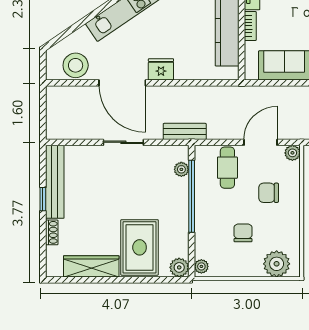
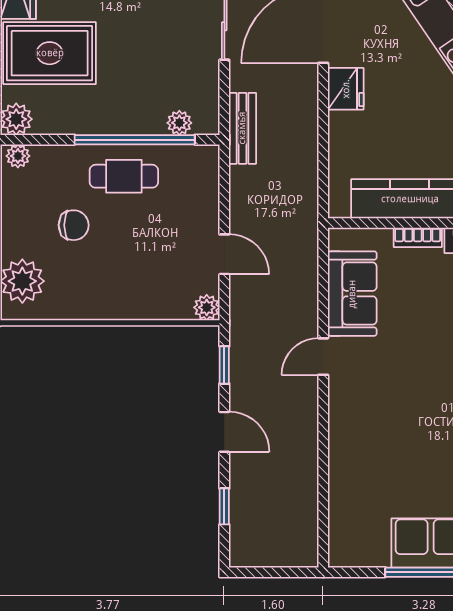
door: (260, 142) -> (224, 254), width x0.73
cafe table: (227, 168) -> (124, 176), moved
chair: (269, 193) -> (140, 268), removed

